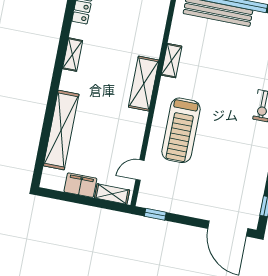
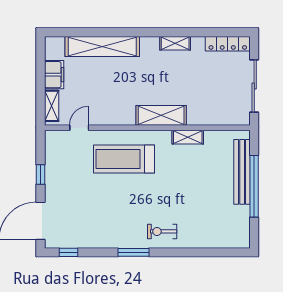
door: (140, 170) -> (79, 128), hinge flipped
window: (155, 214) -> (41, 174), moved

